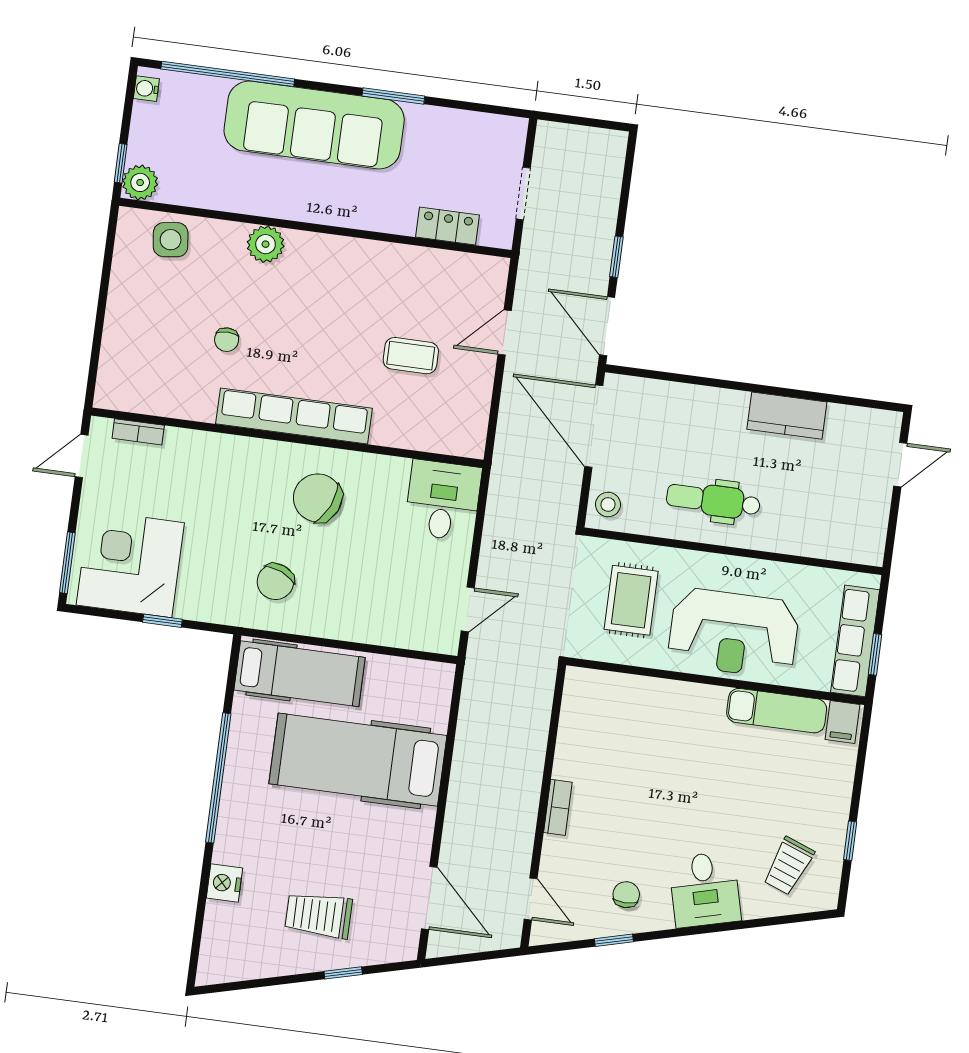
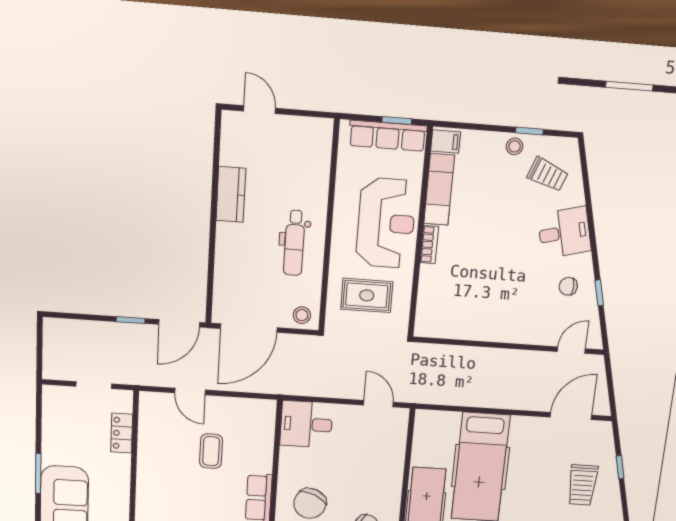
bookcase: (558, 807) -> (429, 245), moved, turned 90
stool: (830, 819) -> (515, 146), added

